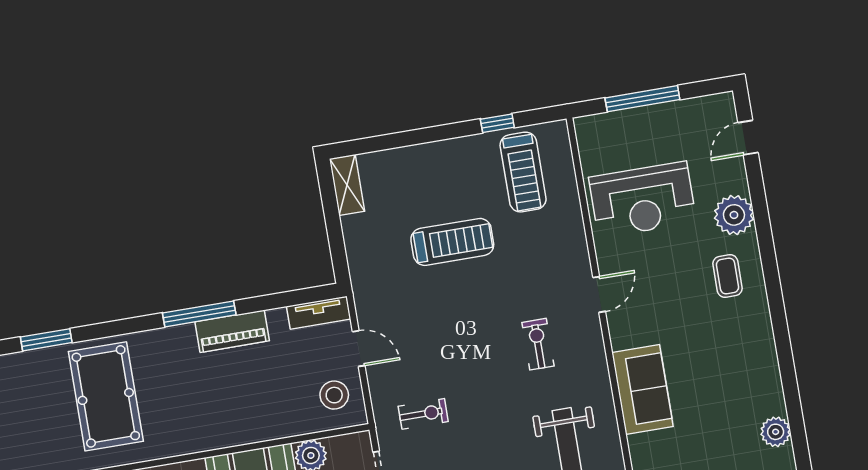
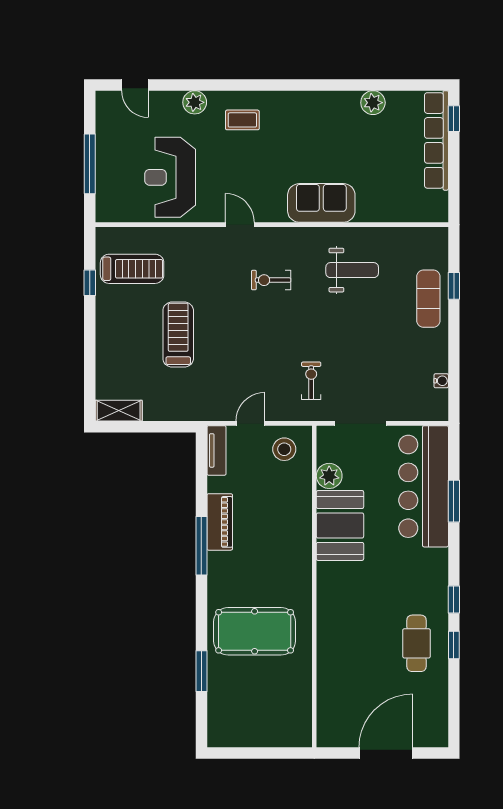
reception desk: (643, 200) -> (170, 177), turned 180
plant: (734, 215) -> (195, 102), width x0.73, depth x0.73

